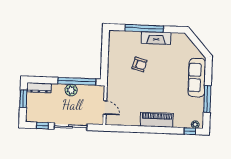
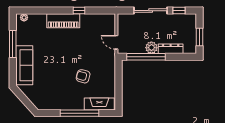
fireplace: (156, 38) -> (99, 104), moved
dresser: (39, 88) -> (171, 49), moved
door: (105, 108) -> (116, 42), moved
window: (190, 131) -> (79, 11), moved

